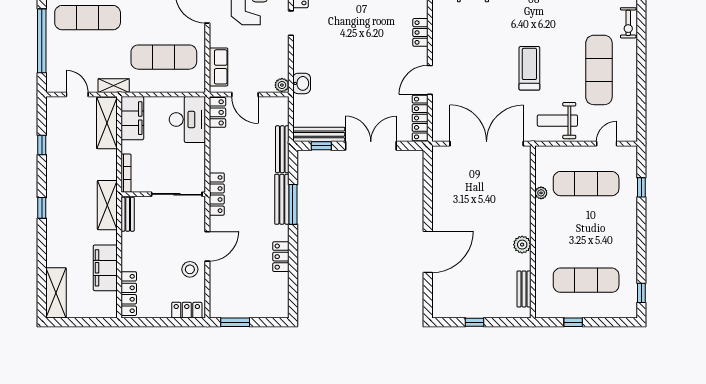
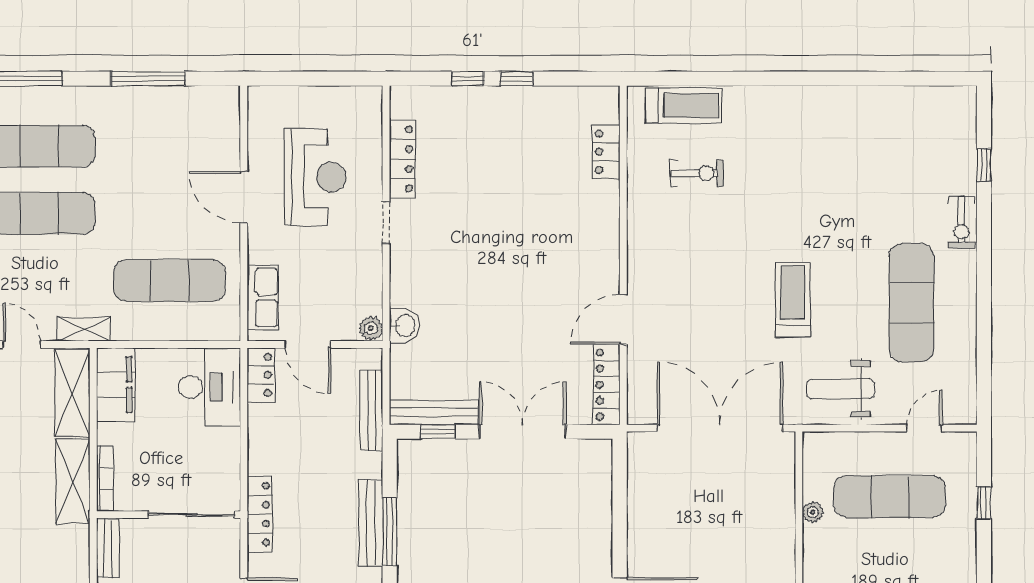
locker: (420, 32) -> (607, 239), removed
bench: (282, 149) -> (371, 411), moved
shelving: (107, 205) -> (73, 482), moved

